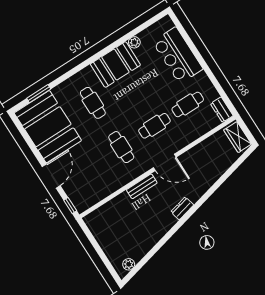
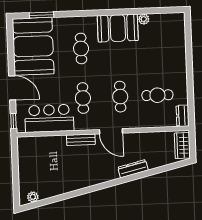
bar counter: (178, 55) -> (49, 118), moved, turned 90
cafe table: (154, 126) -> (120, 97), turned 90
door: (51, 176) -> (12, 88), hinge flipped
dresser: (182, 208) -> (133, 169), moved, width x1.44

